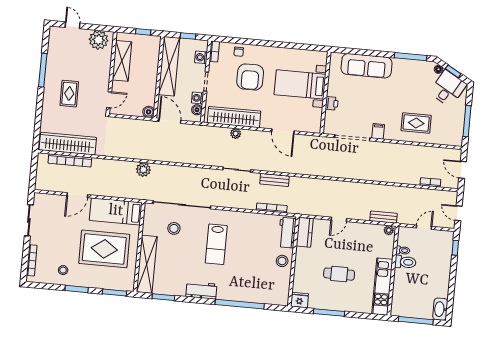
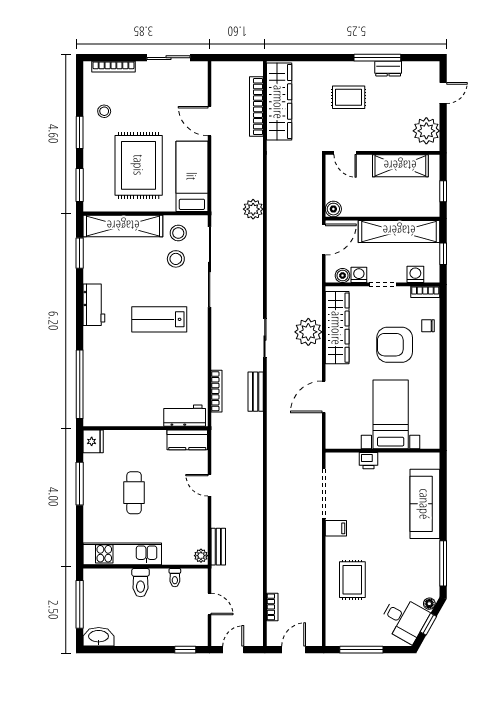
dresser: (51, 63) -> (388, 69), added
plant: (236, 134) -> (308, 332), width x1.87, depth x1.87
stool: (282, 261) -> (178, 233), moved
toilet: (405, 262) -> (141, 583), moved
window: (240, 304) -> (80, 384), moved

